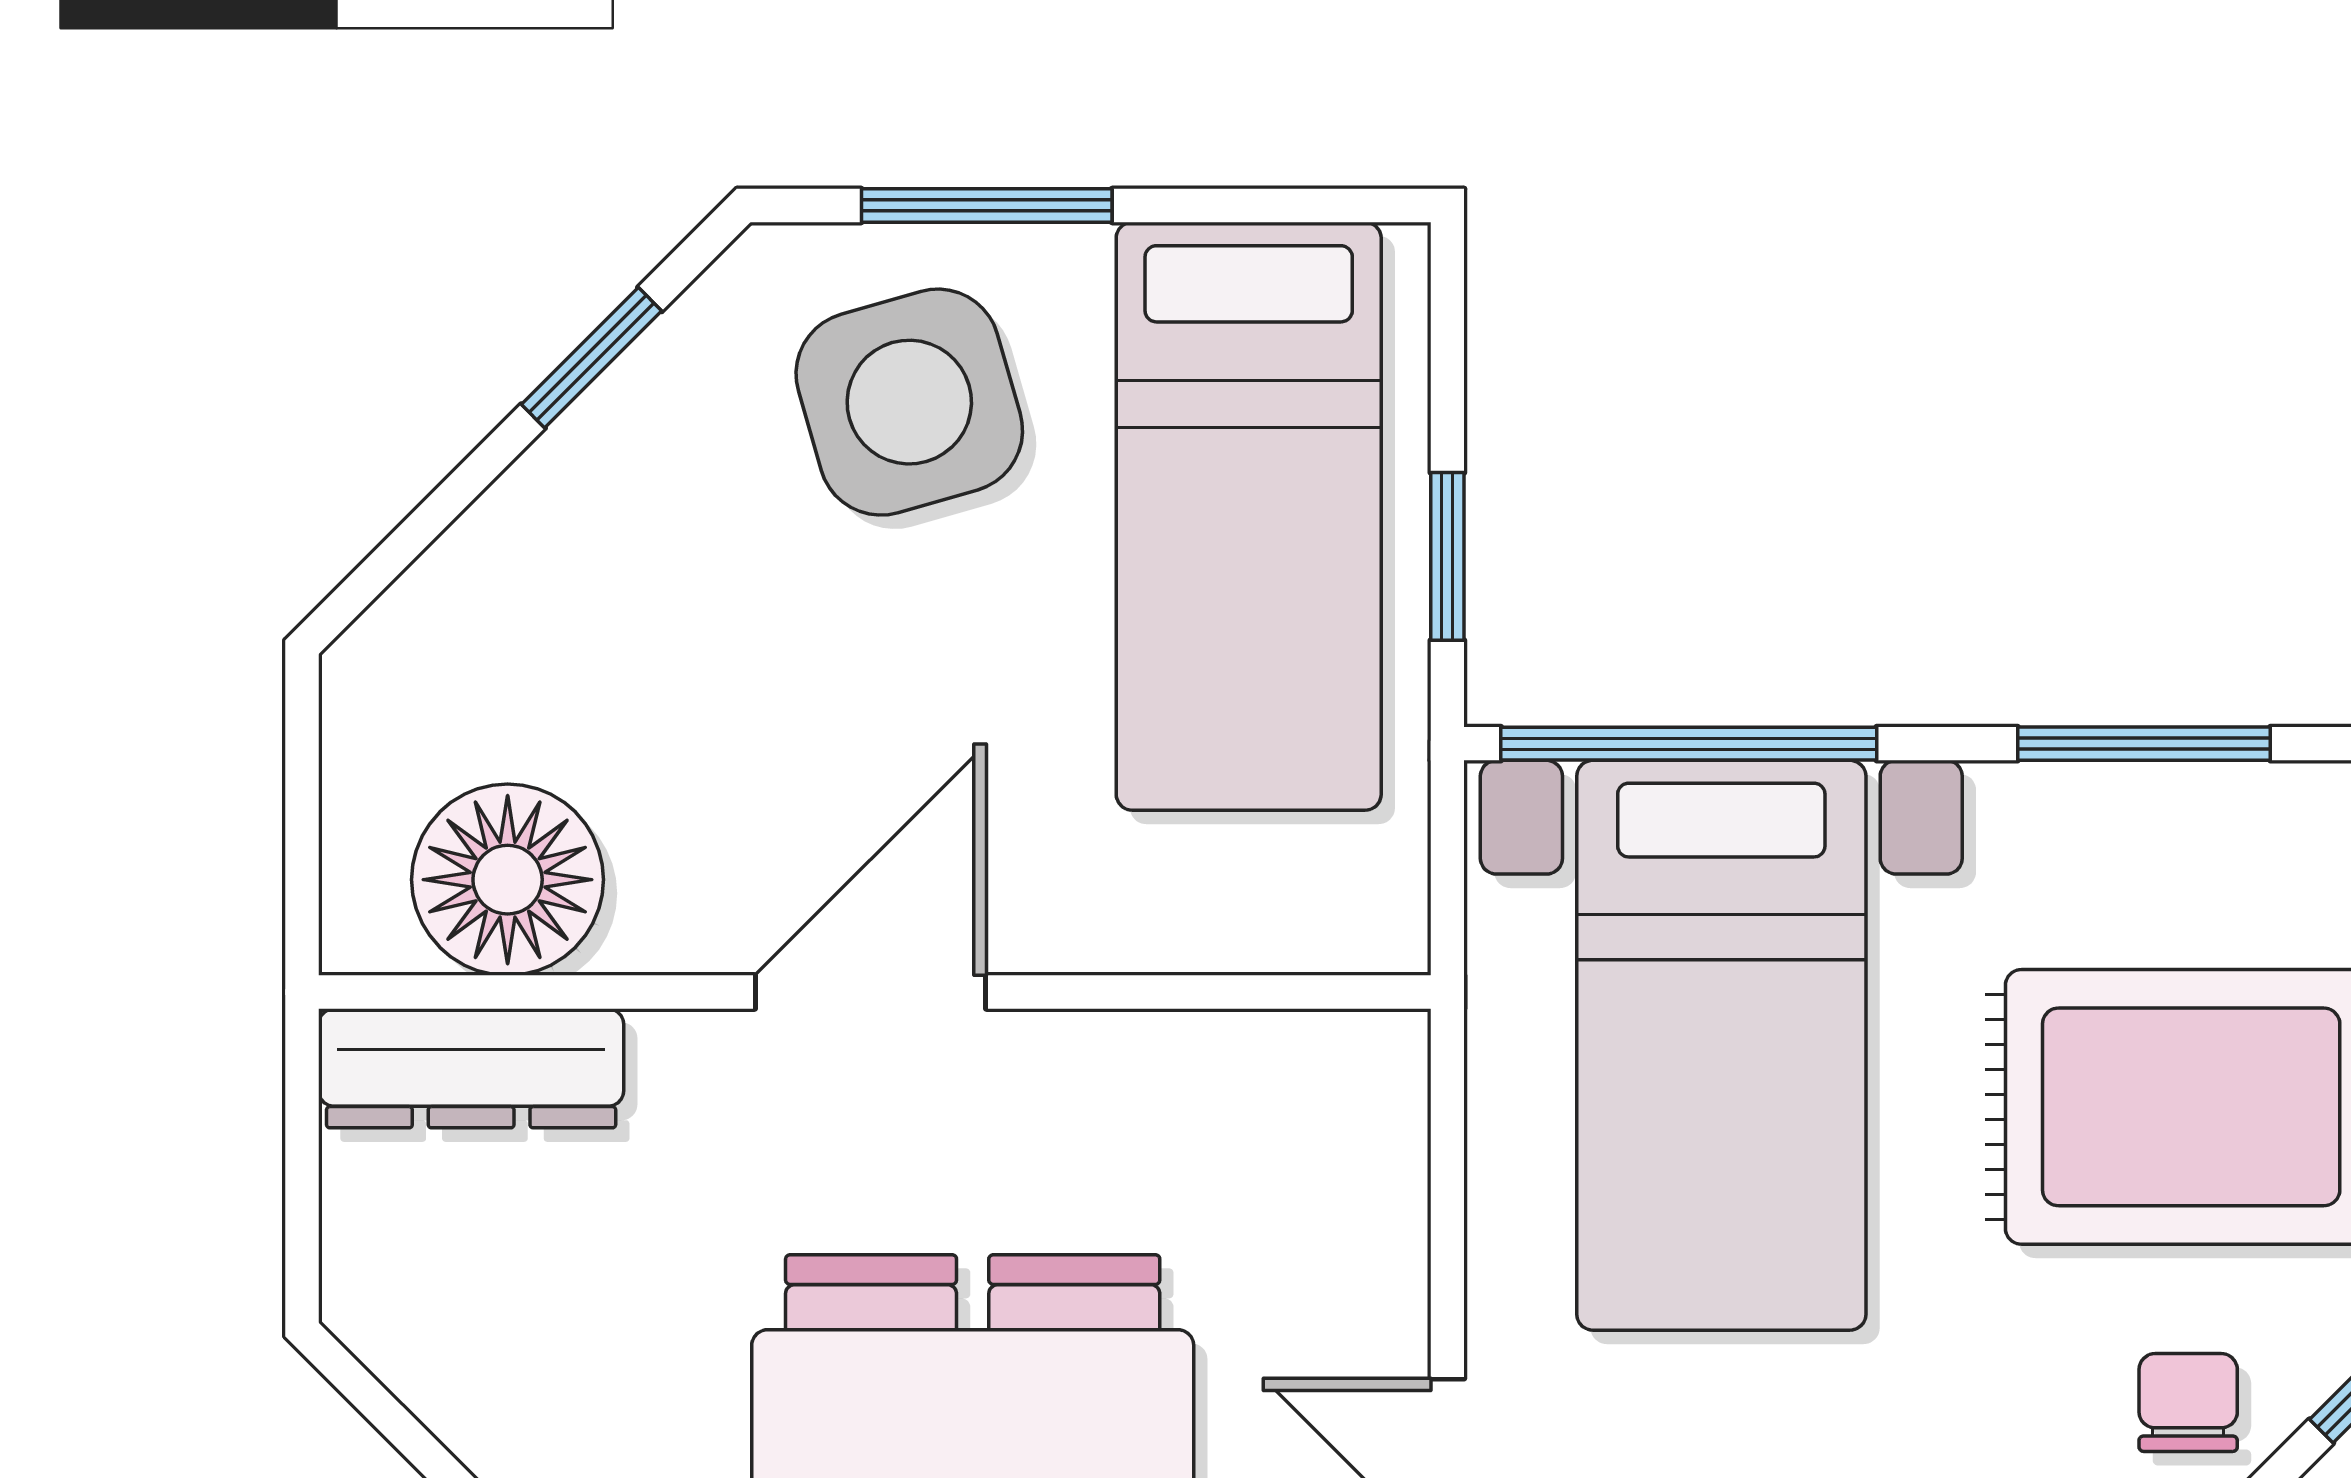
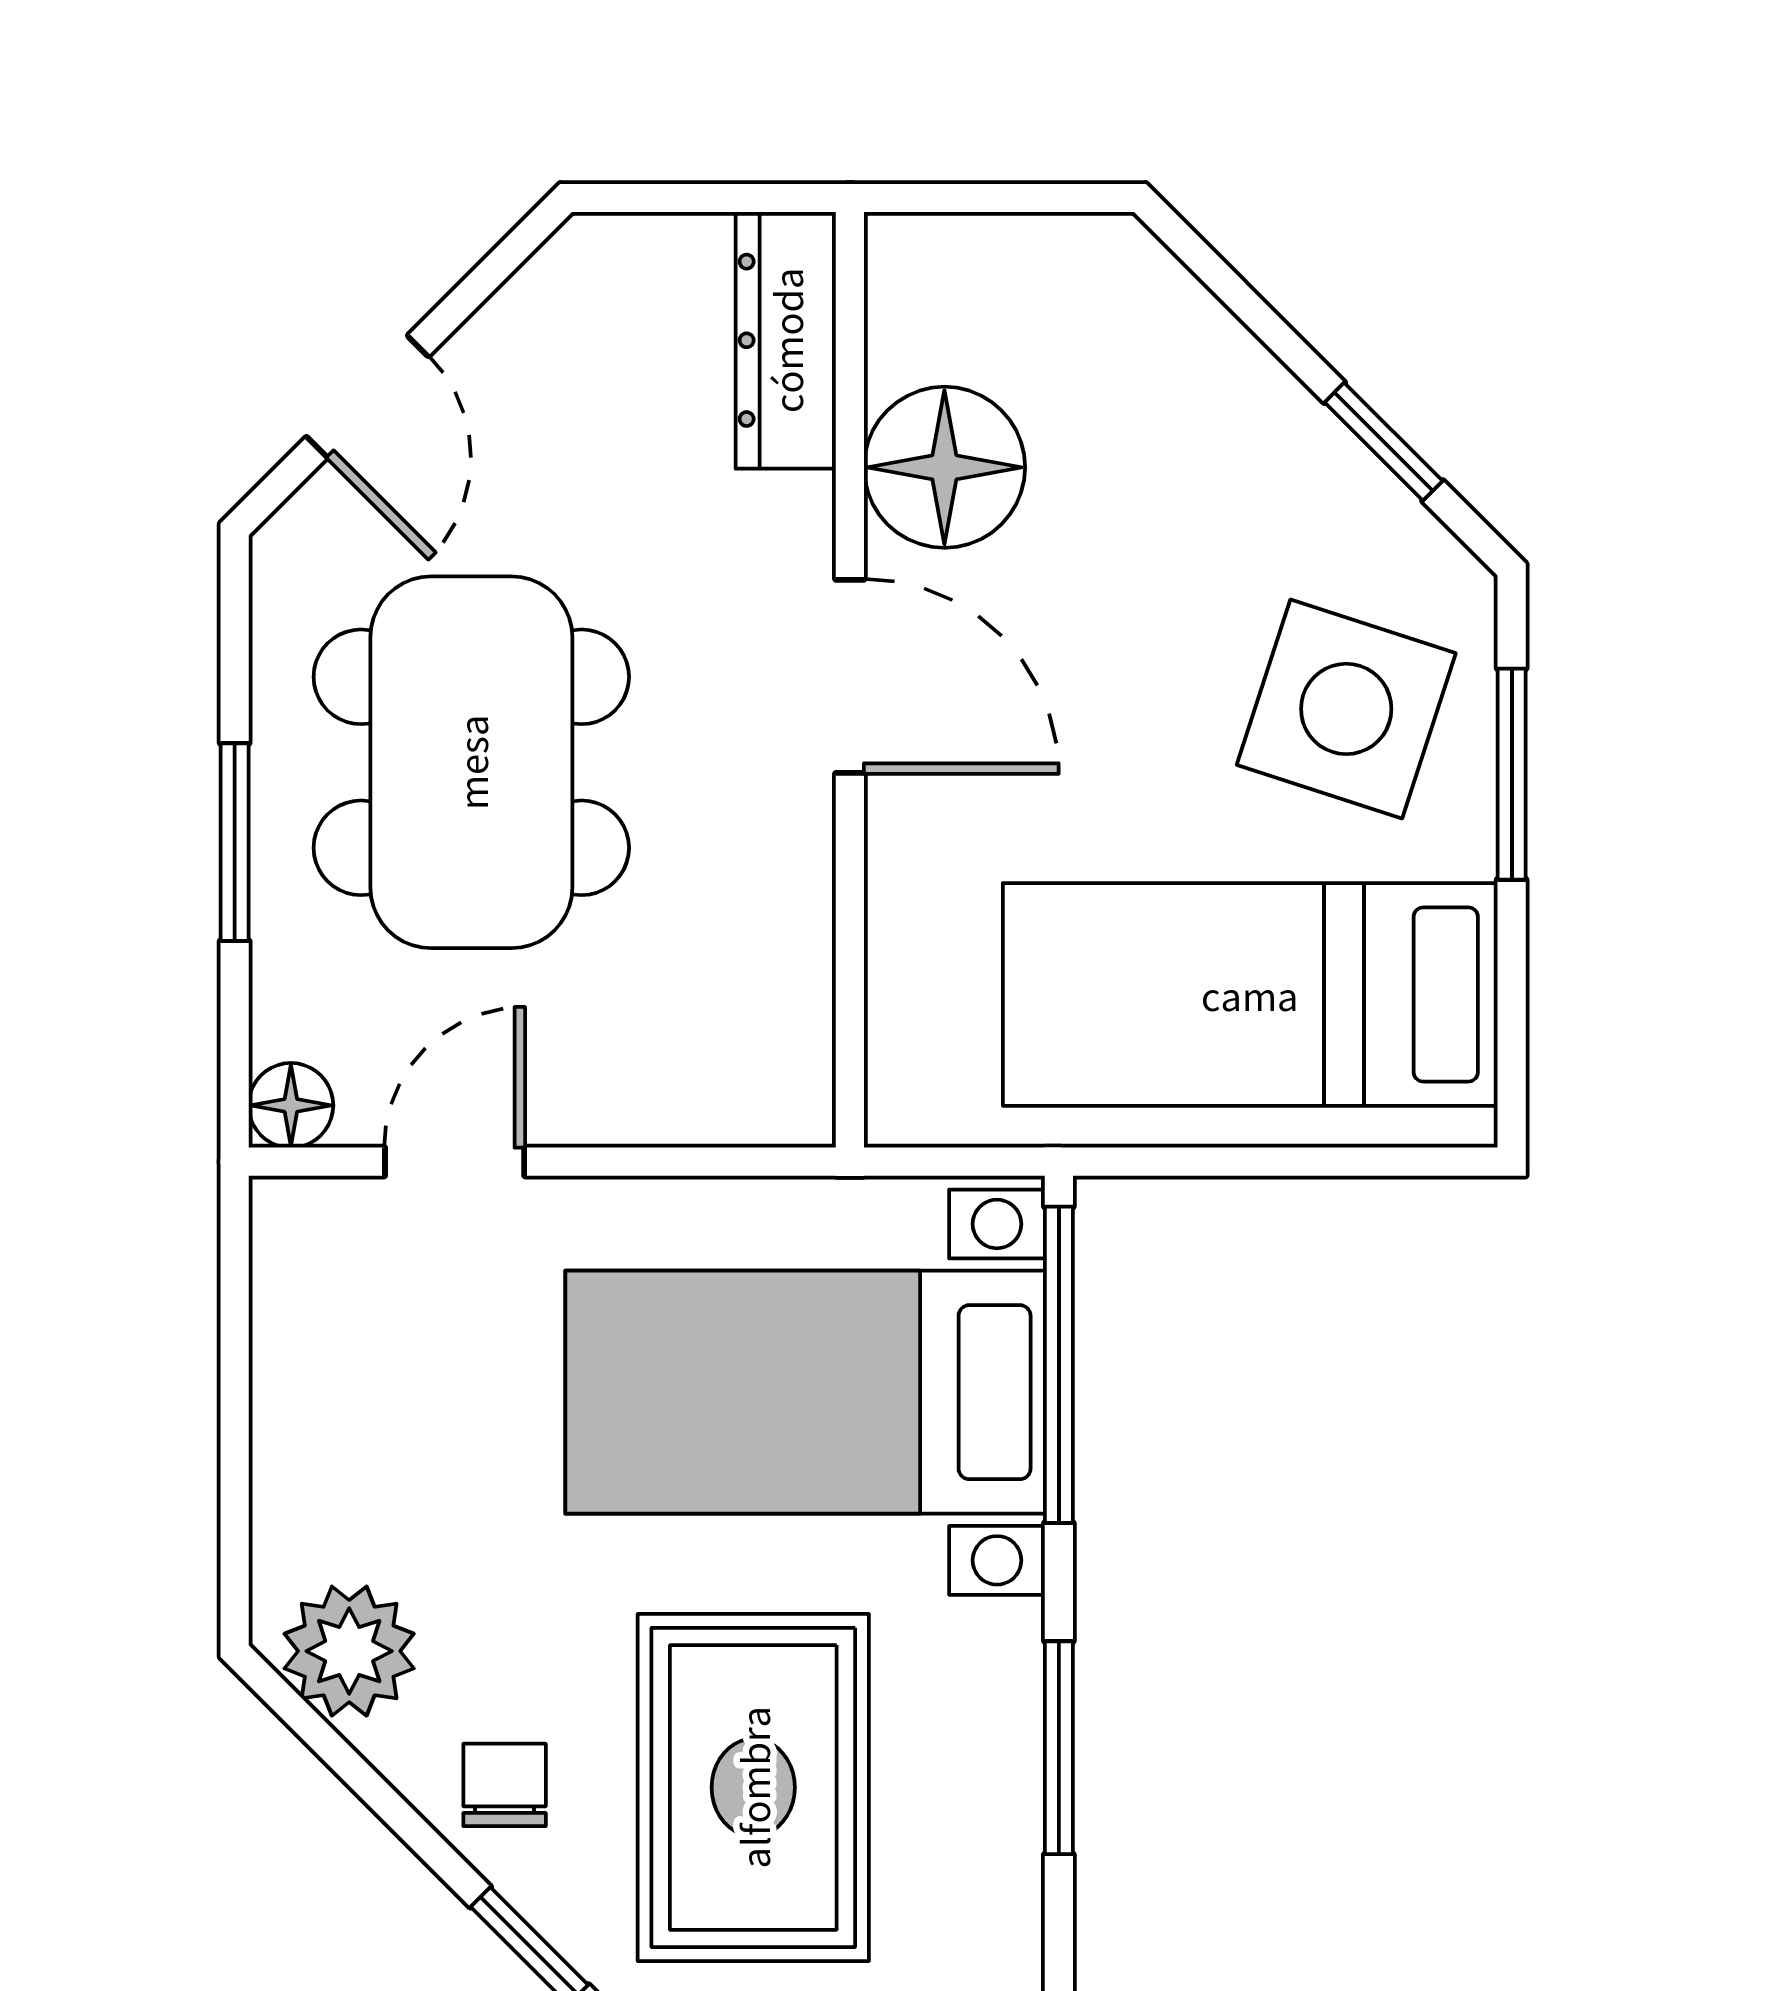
side table: (909, 402) -> (1346, 709), turned 34
window: (1447, 556) -> (1216, 1162), removed
floor lamp: (508, 880) -> (944, 467), moved
chair: (2188, 1402) -> (505, 1785), turned -90

